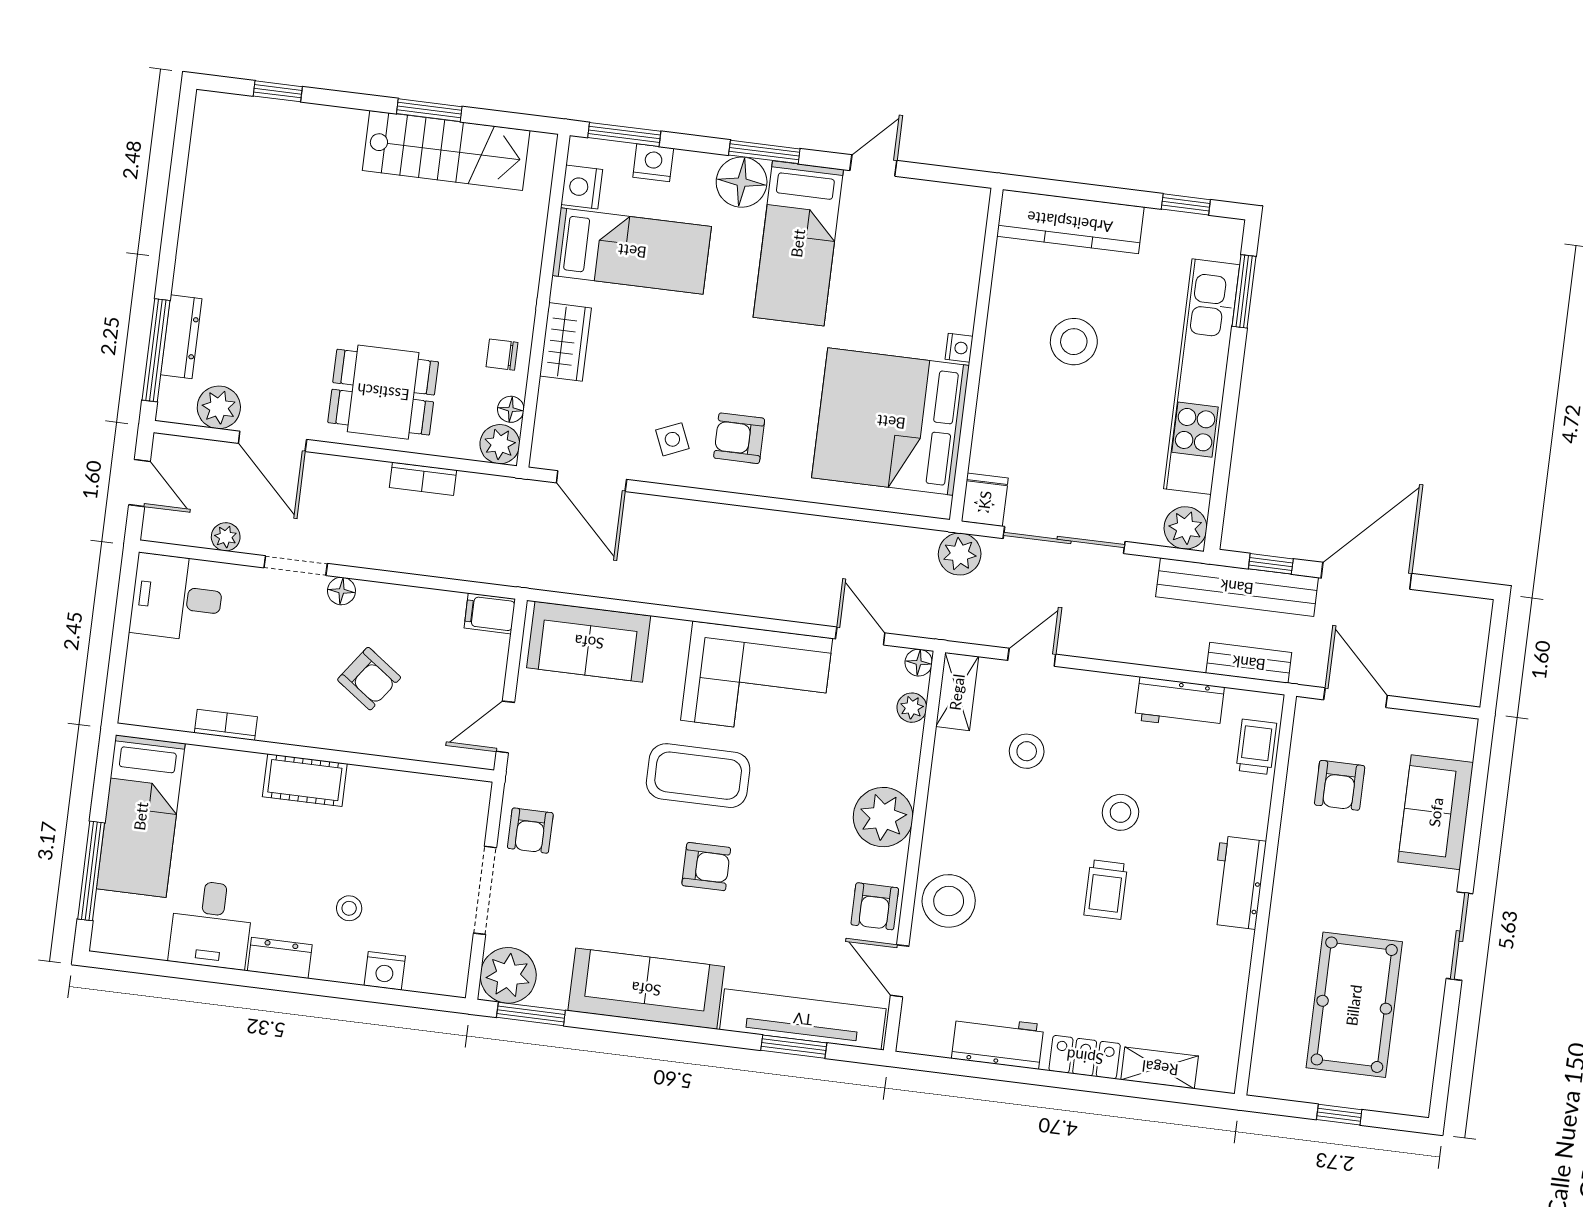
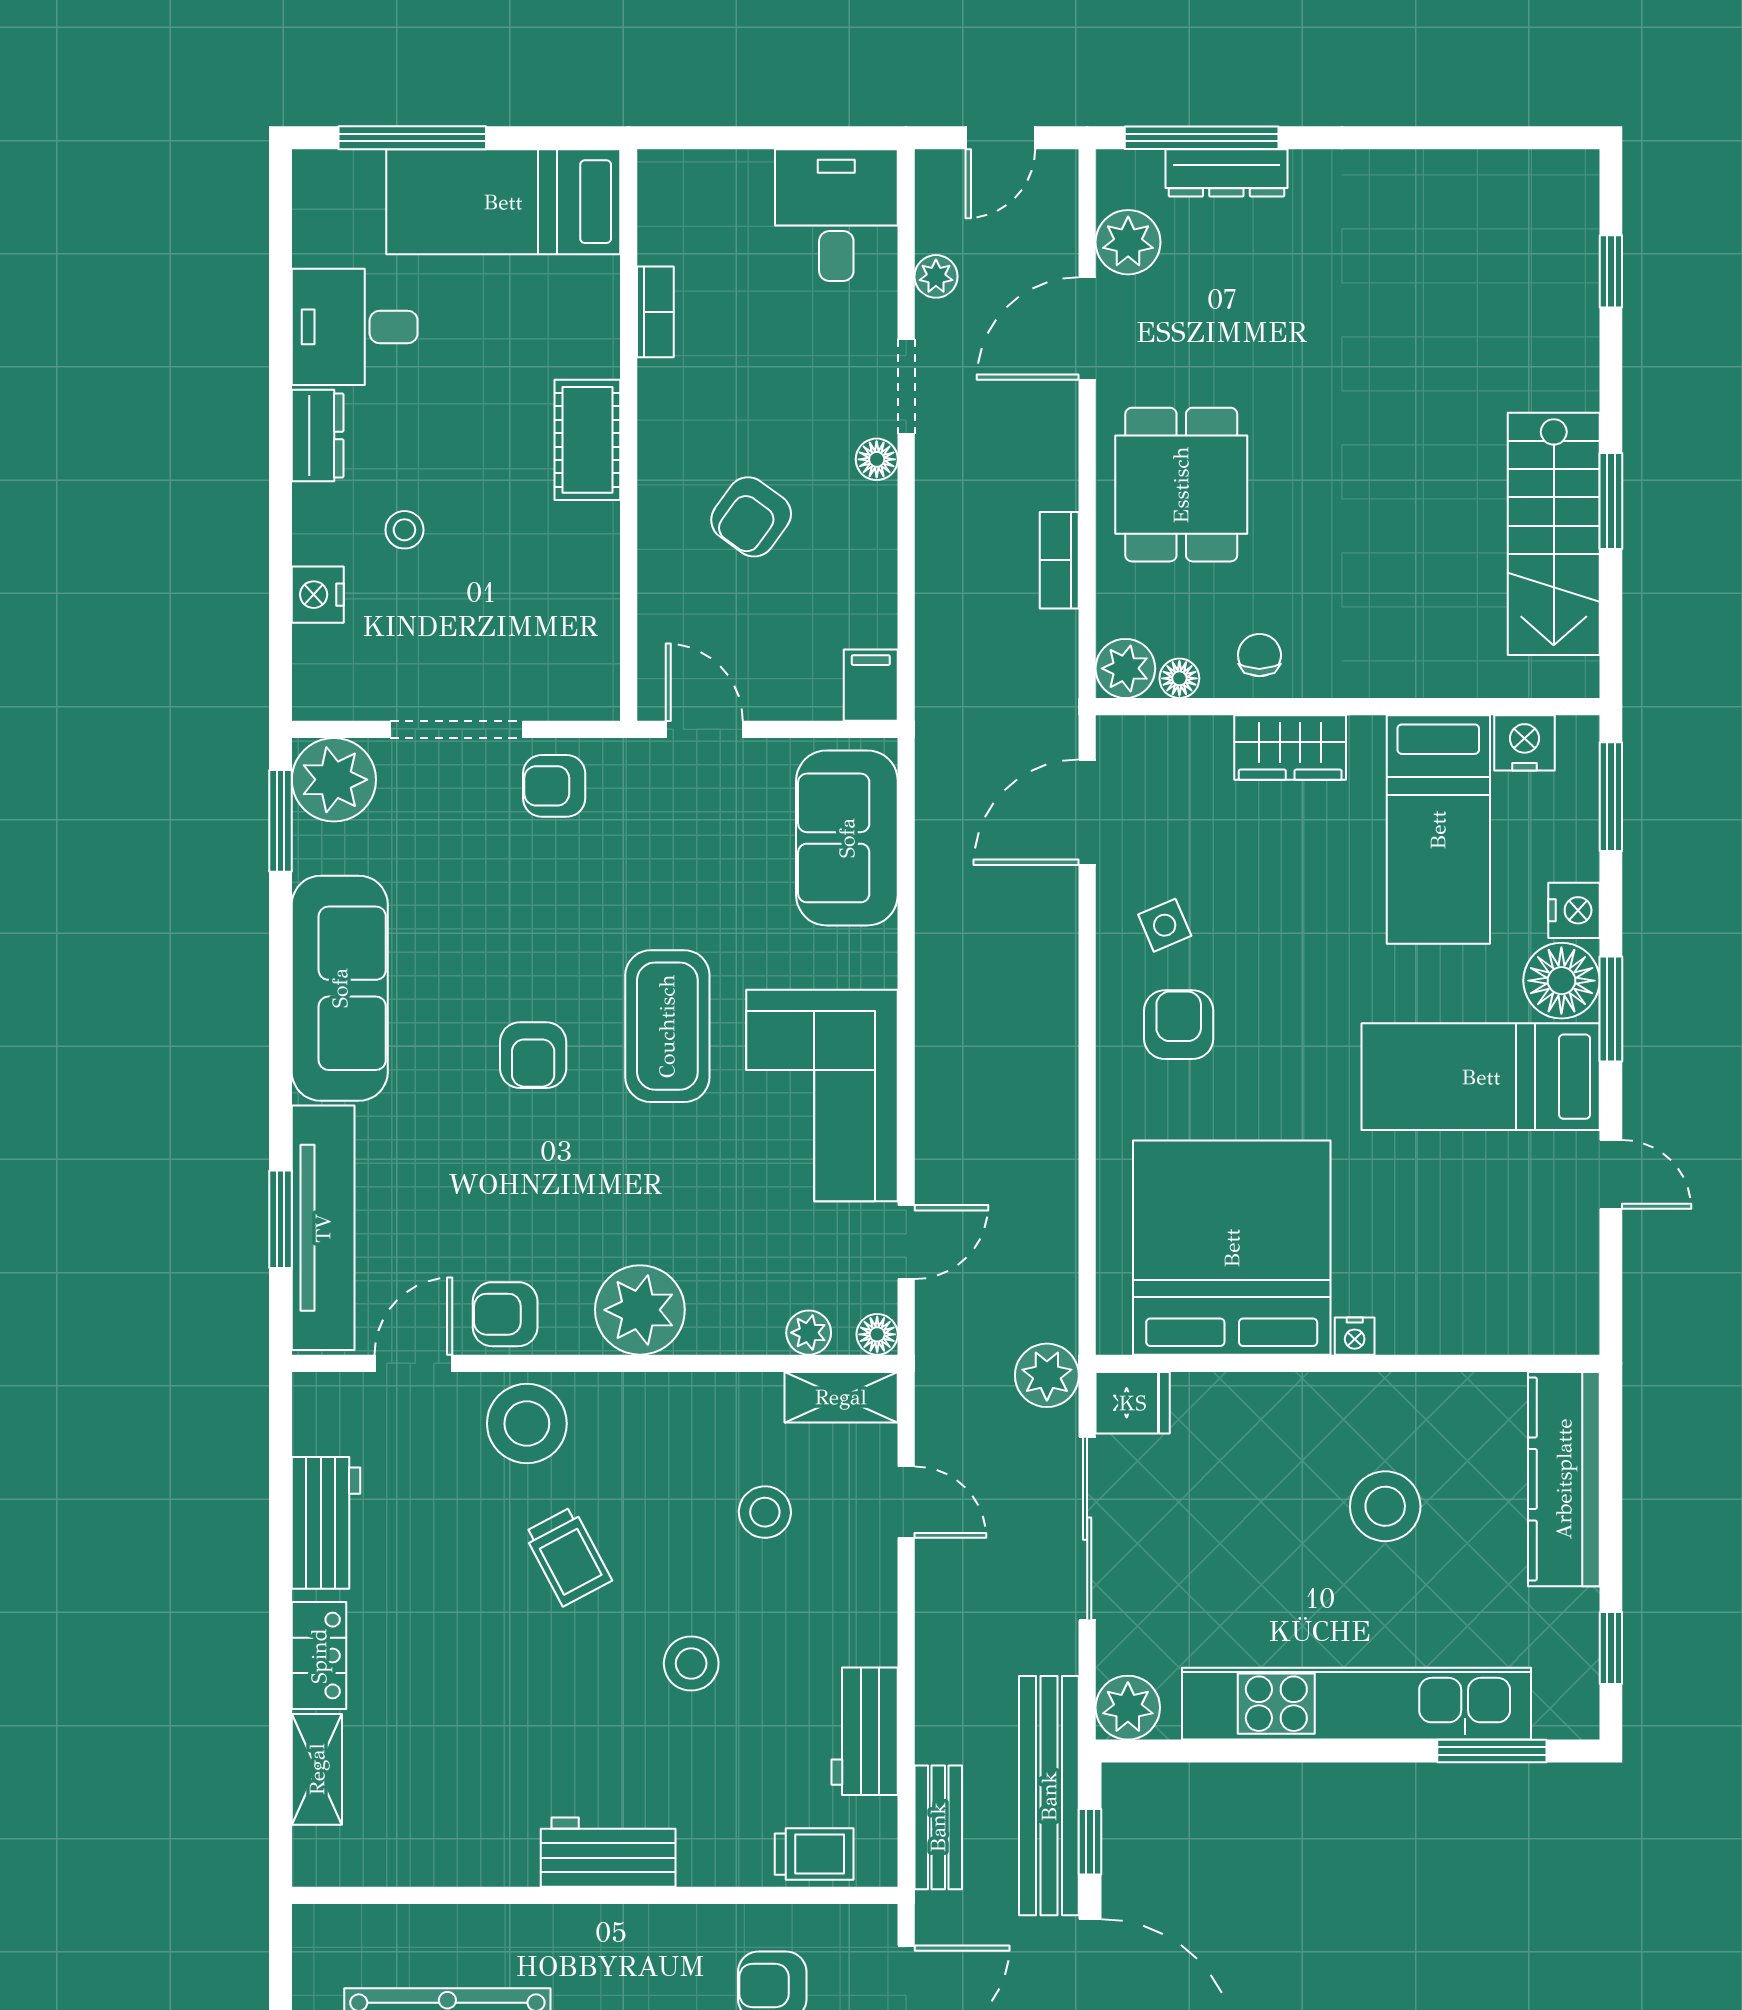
nightstand: (653, 163) -> (1574, 910), moved
trolley: (1106, 890) -> (568, 1557), moved, turned -118

